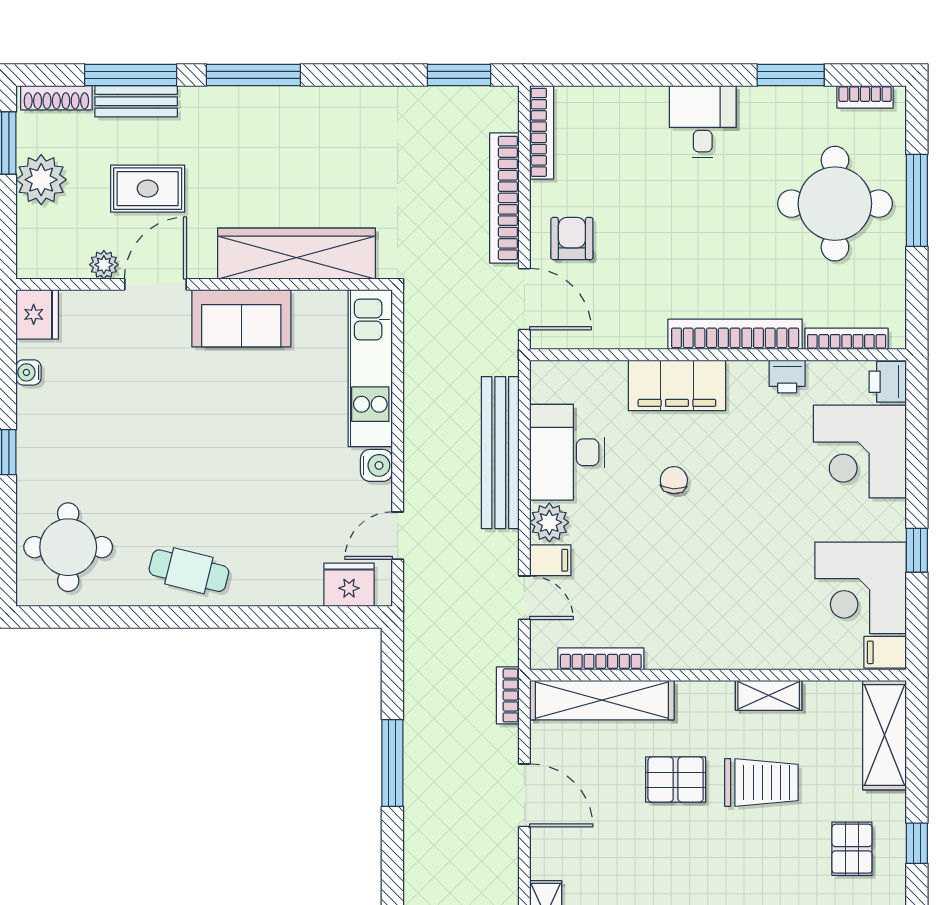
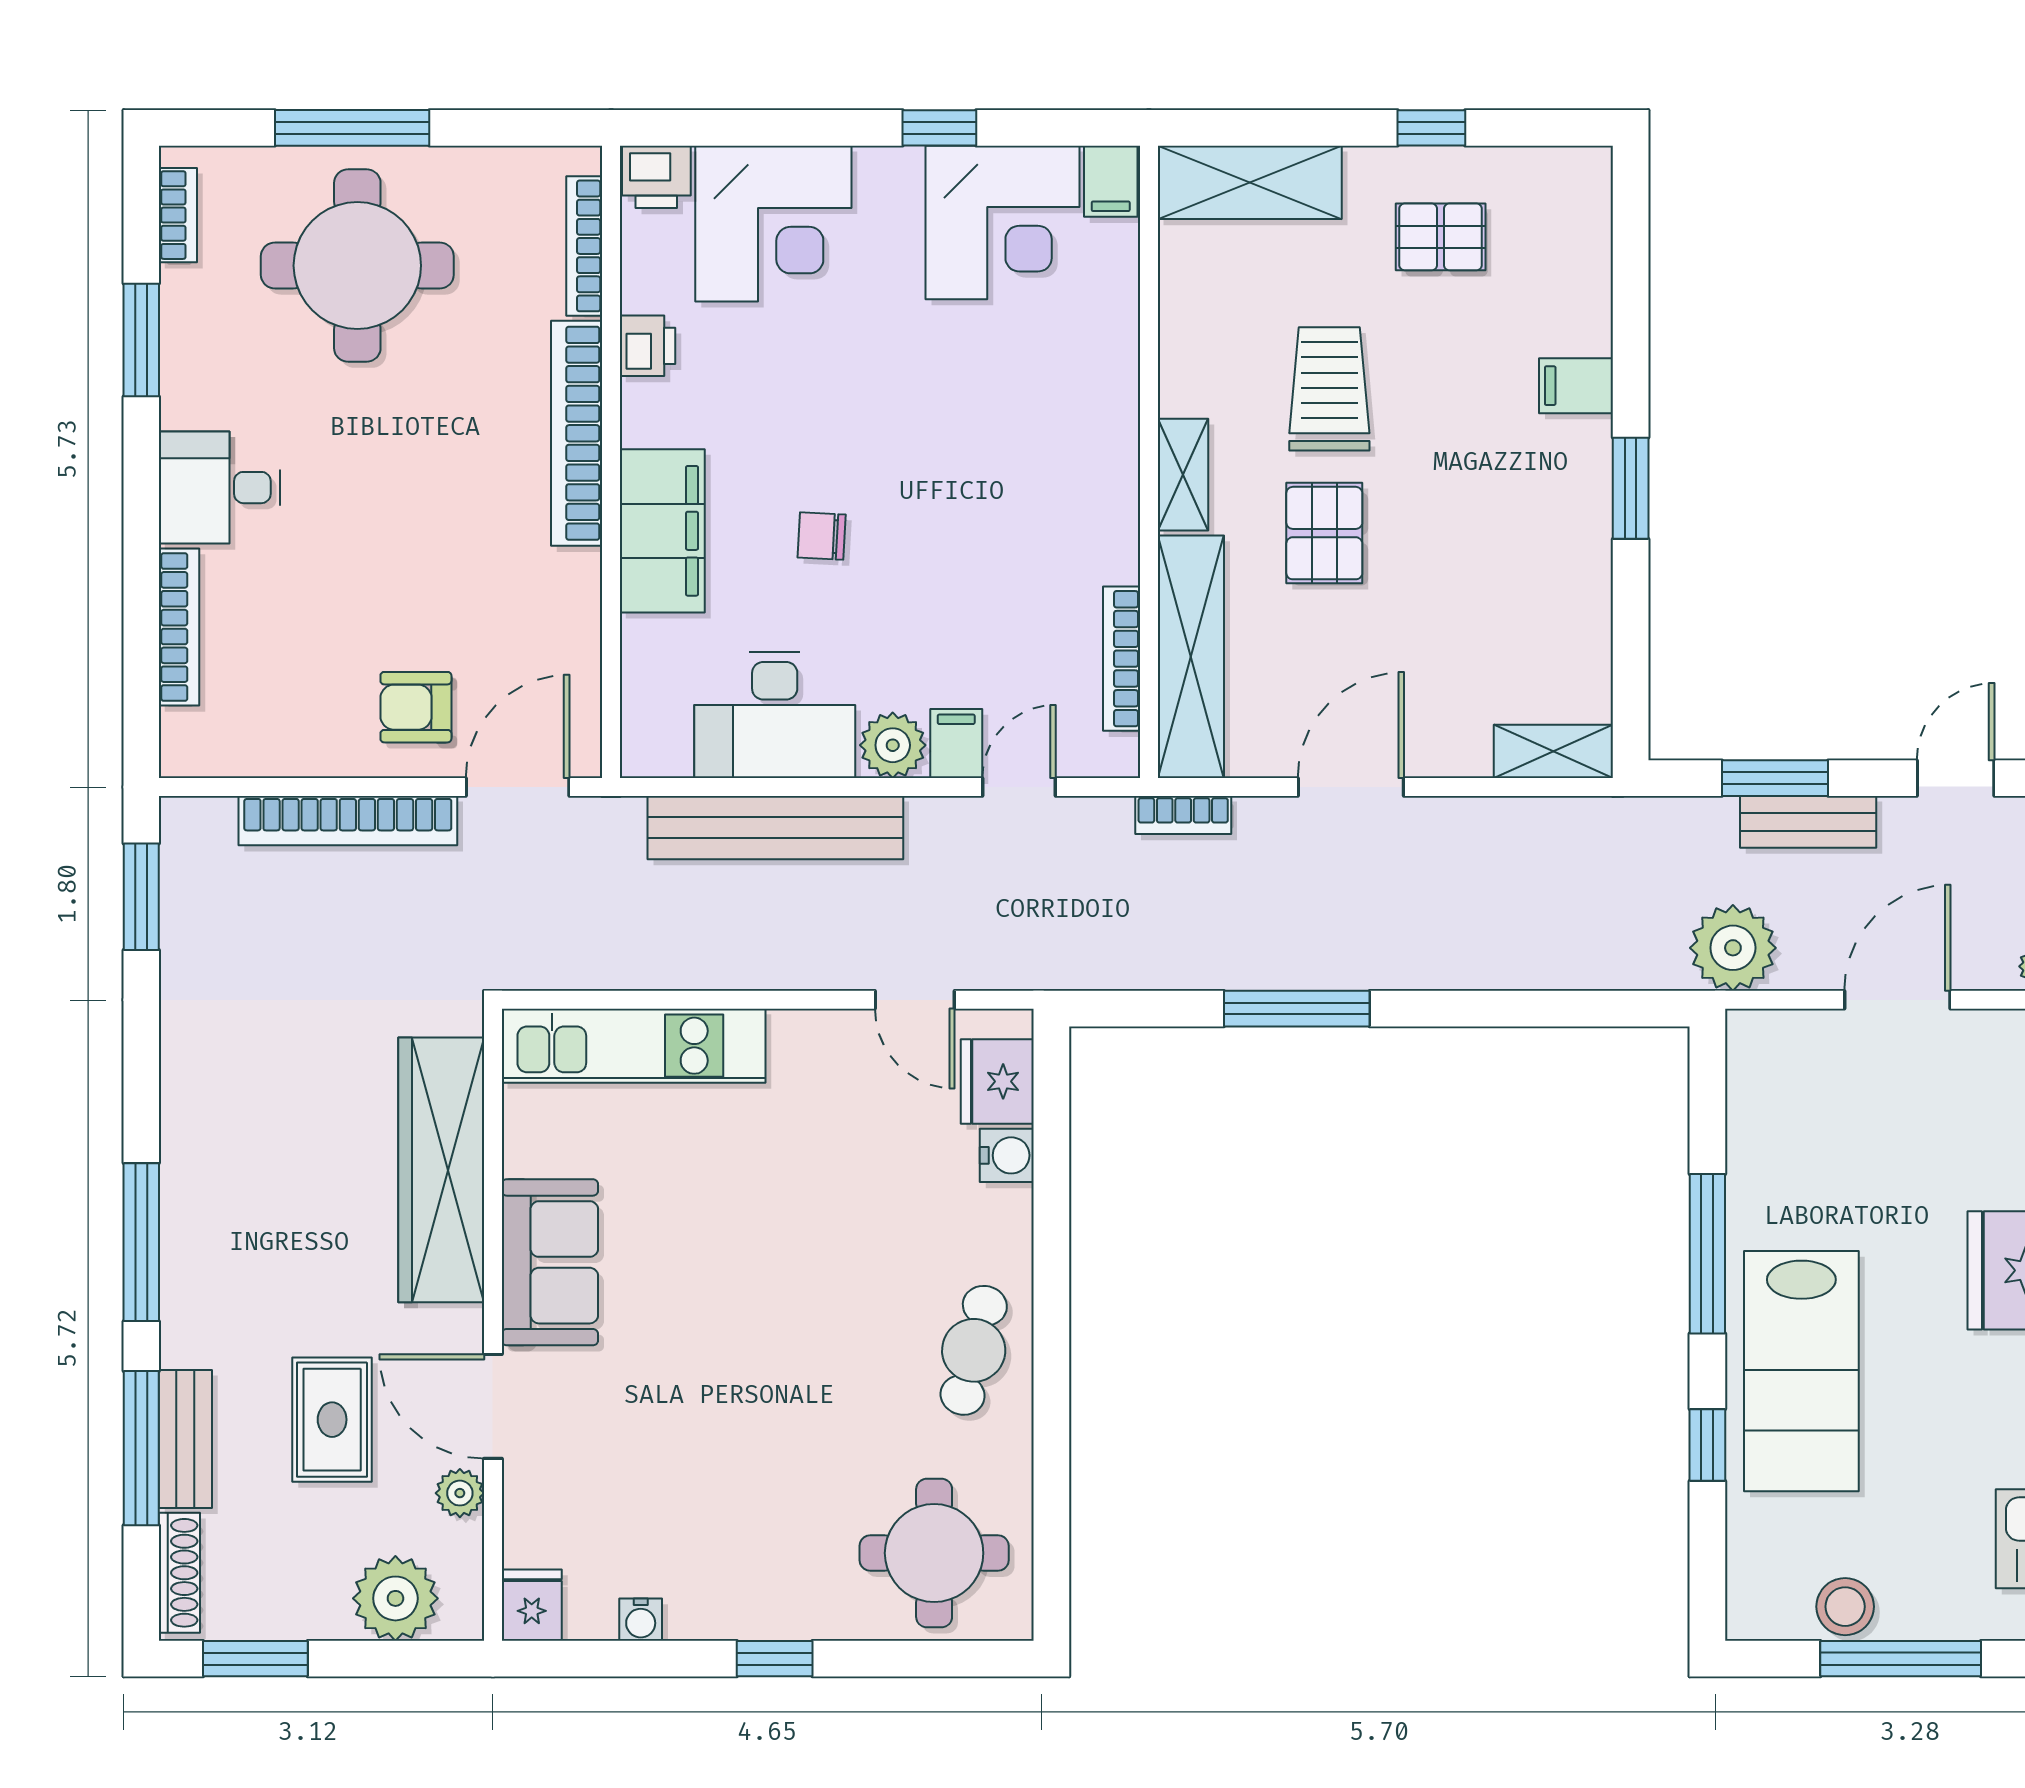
bookcase: (542, 132) -> (179, 627), moved, turned 90
plant: (41, 180) -> (395, 1598), moved
fridge: (37, 314) -> (532, 1605), width x0.72
water cooler: (376, 465) -> (1007, 1155), moved, turned 90
shelving: (769, 695) -> (1183, 475), moved

